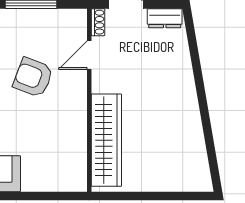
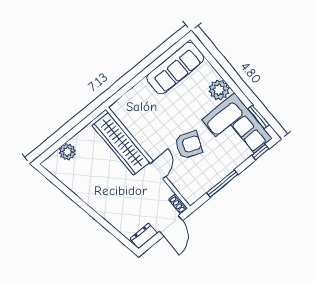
door: (89, 55) -> (158, 170), moved
plant: (172, 180) -> (67, 152), added

